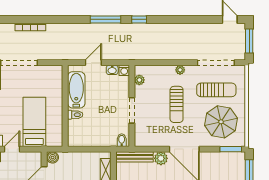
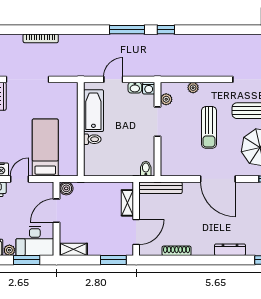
plant: (180, 70) -> (193, 88), moved
doorway: (132, 110) -> (157, 122), moved
plant: (161, 158) -> (191, 190), removed

